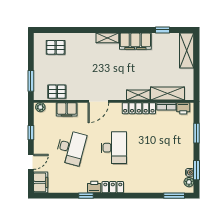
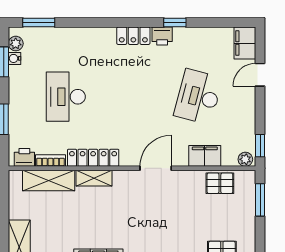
window: (31, 133) -> (260, 146), moved
desk: (114, 148) -> (66, 97), moved

